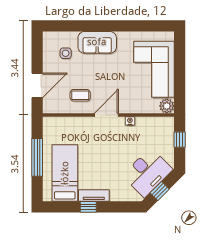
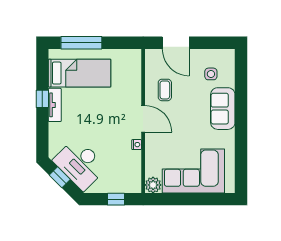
window: (37, 157) -> (81, 43), moved

